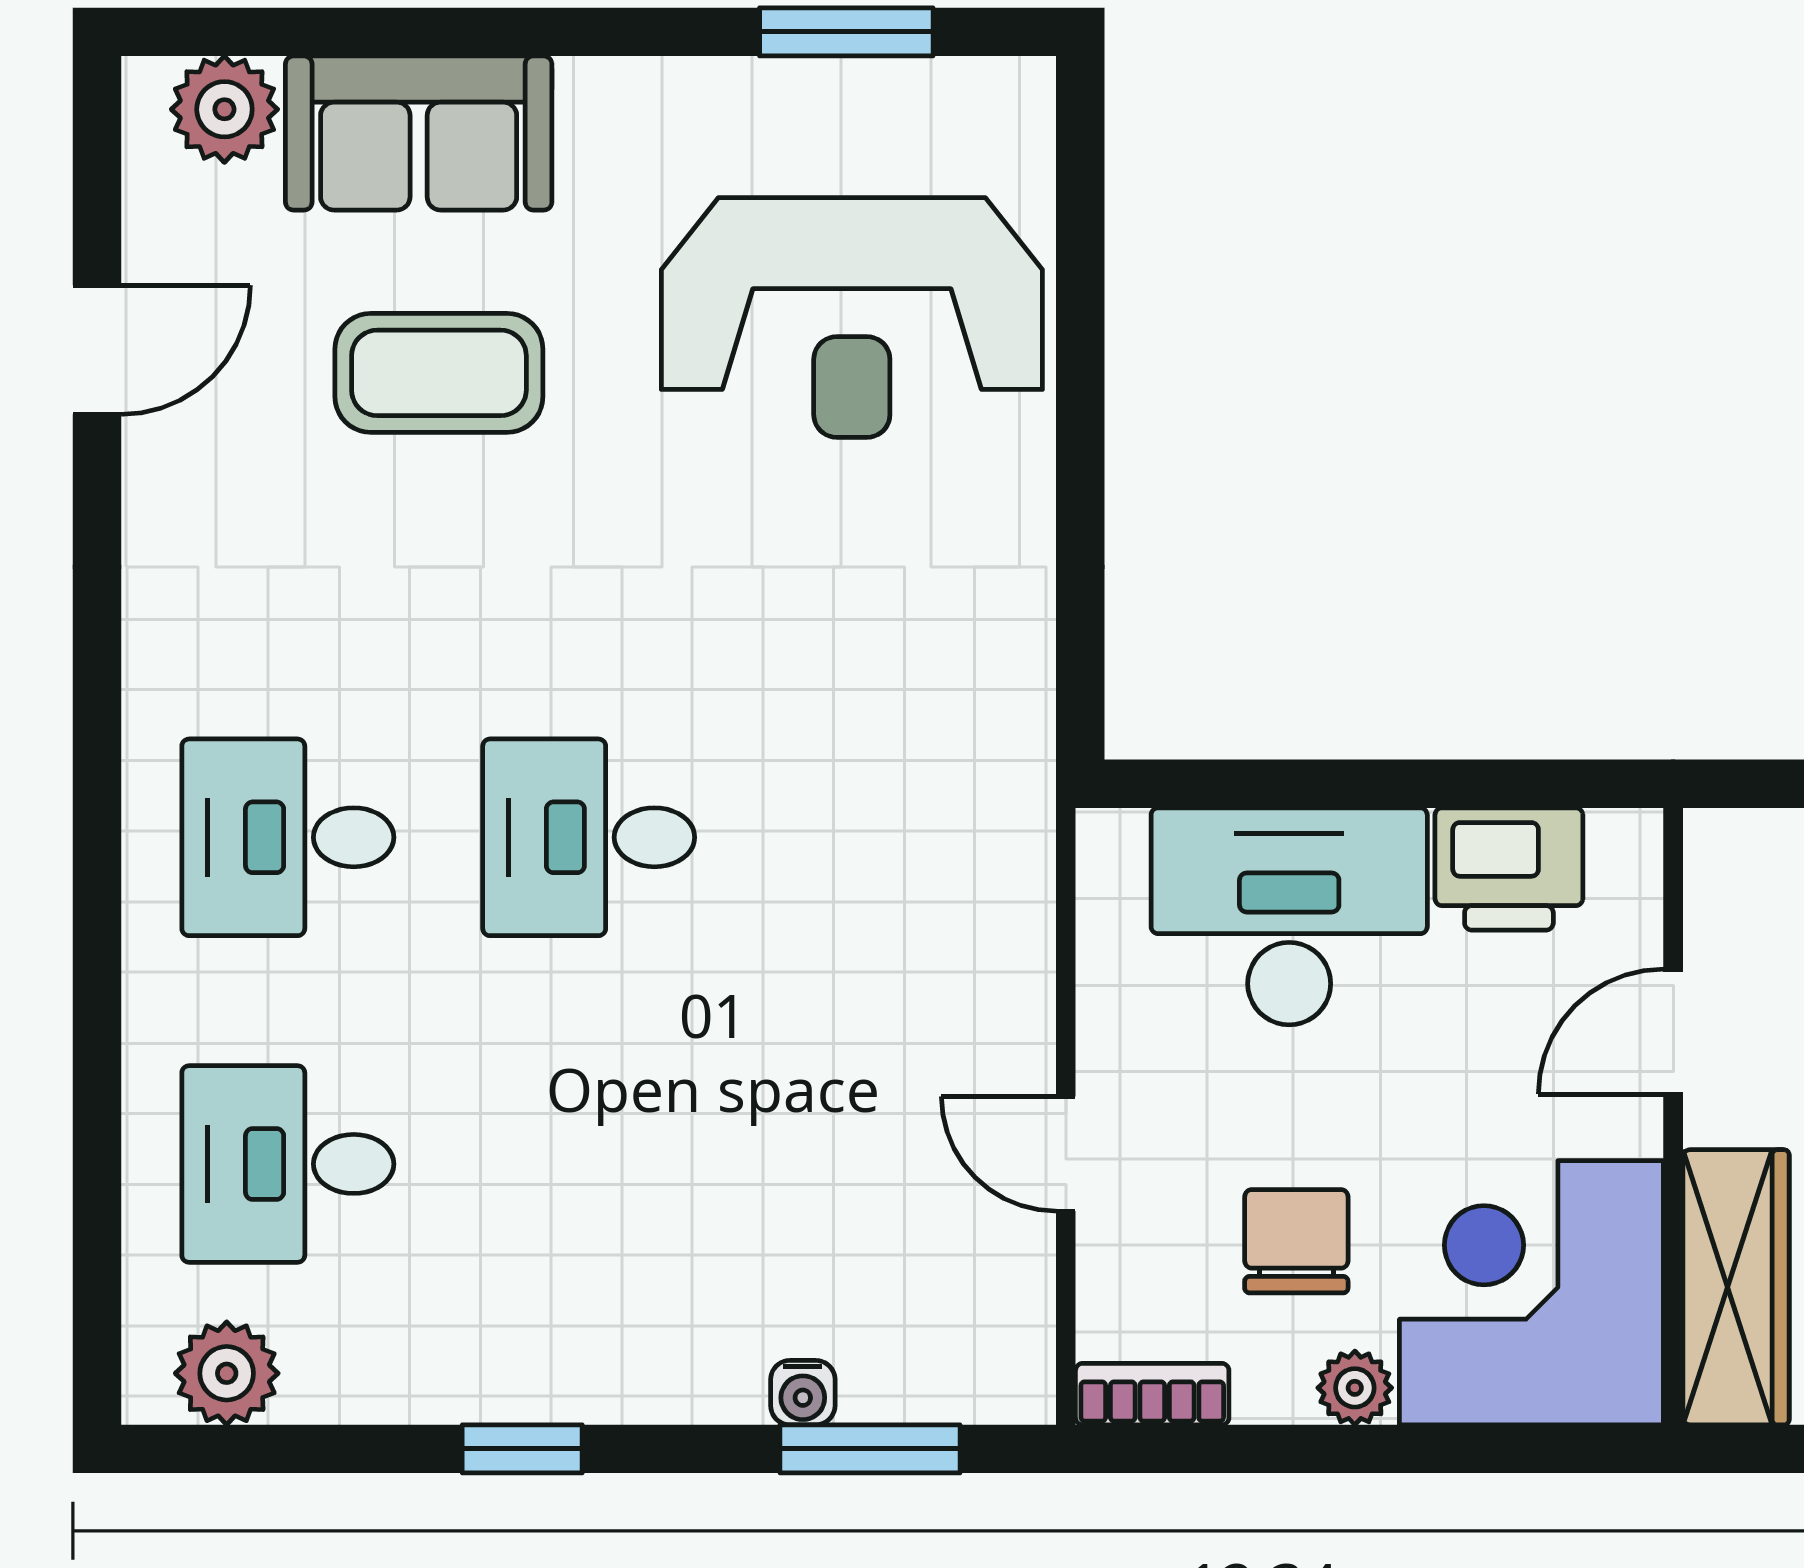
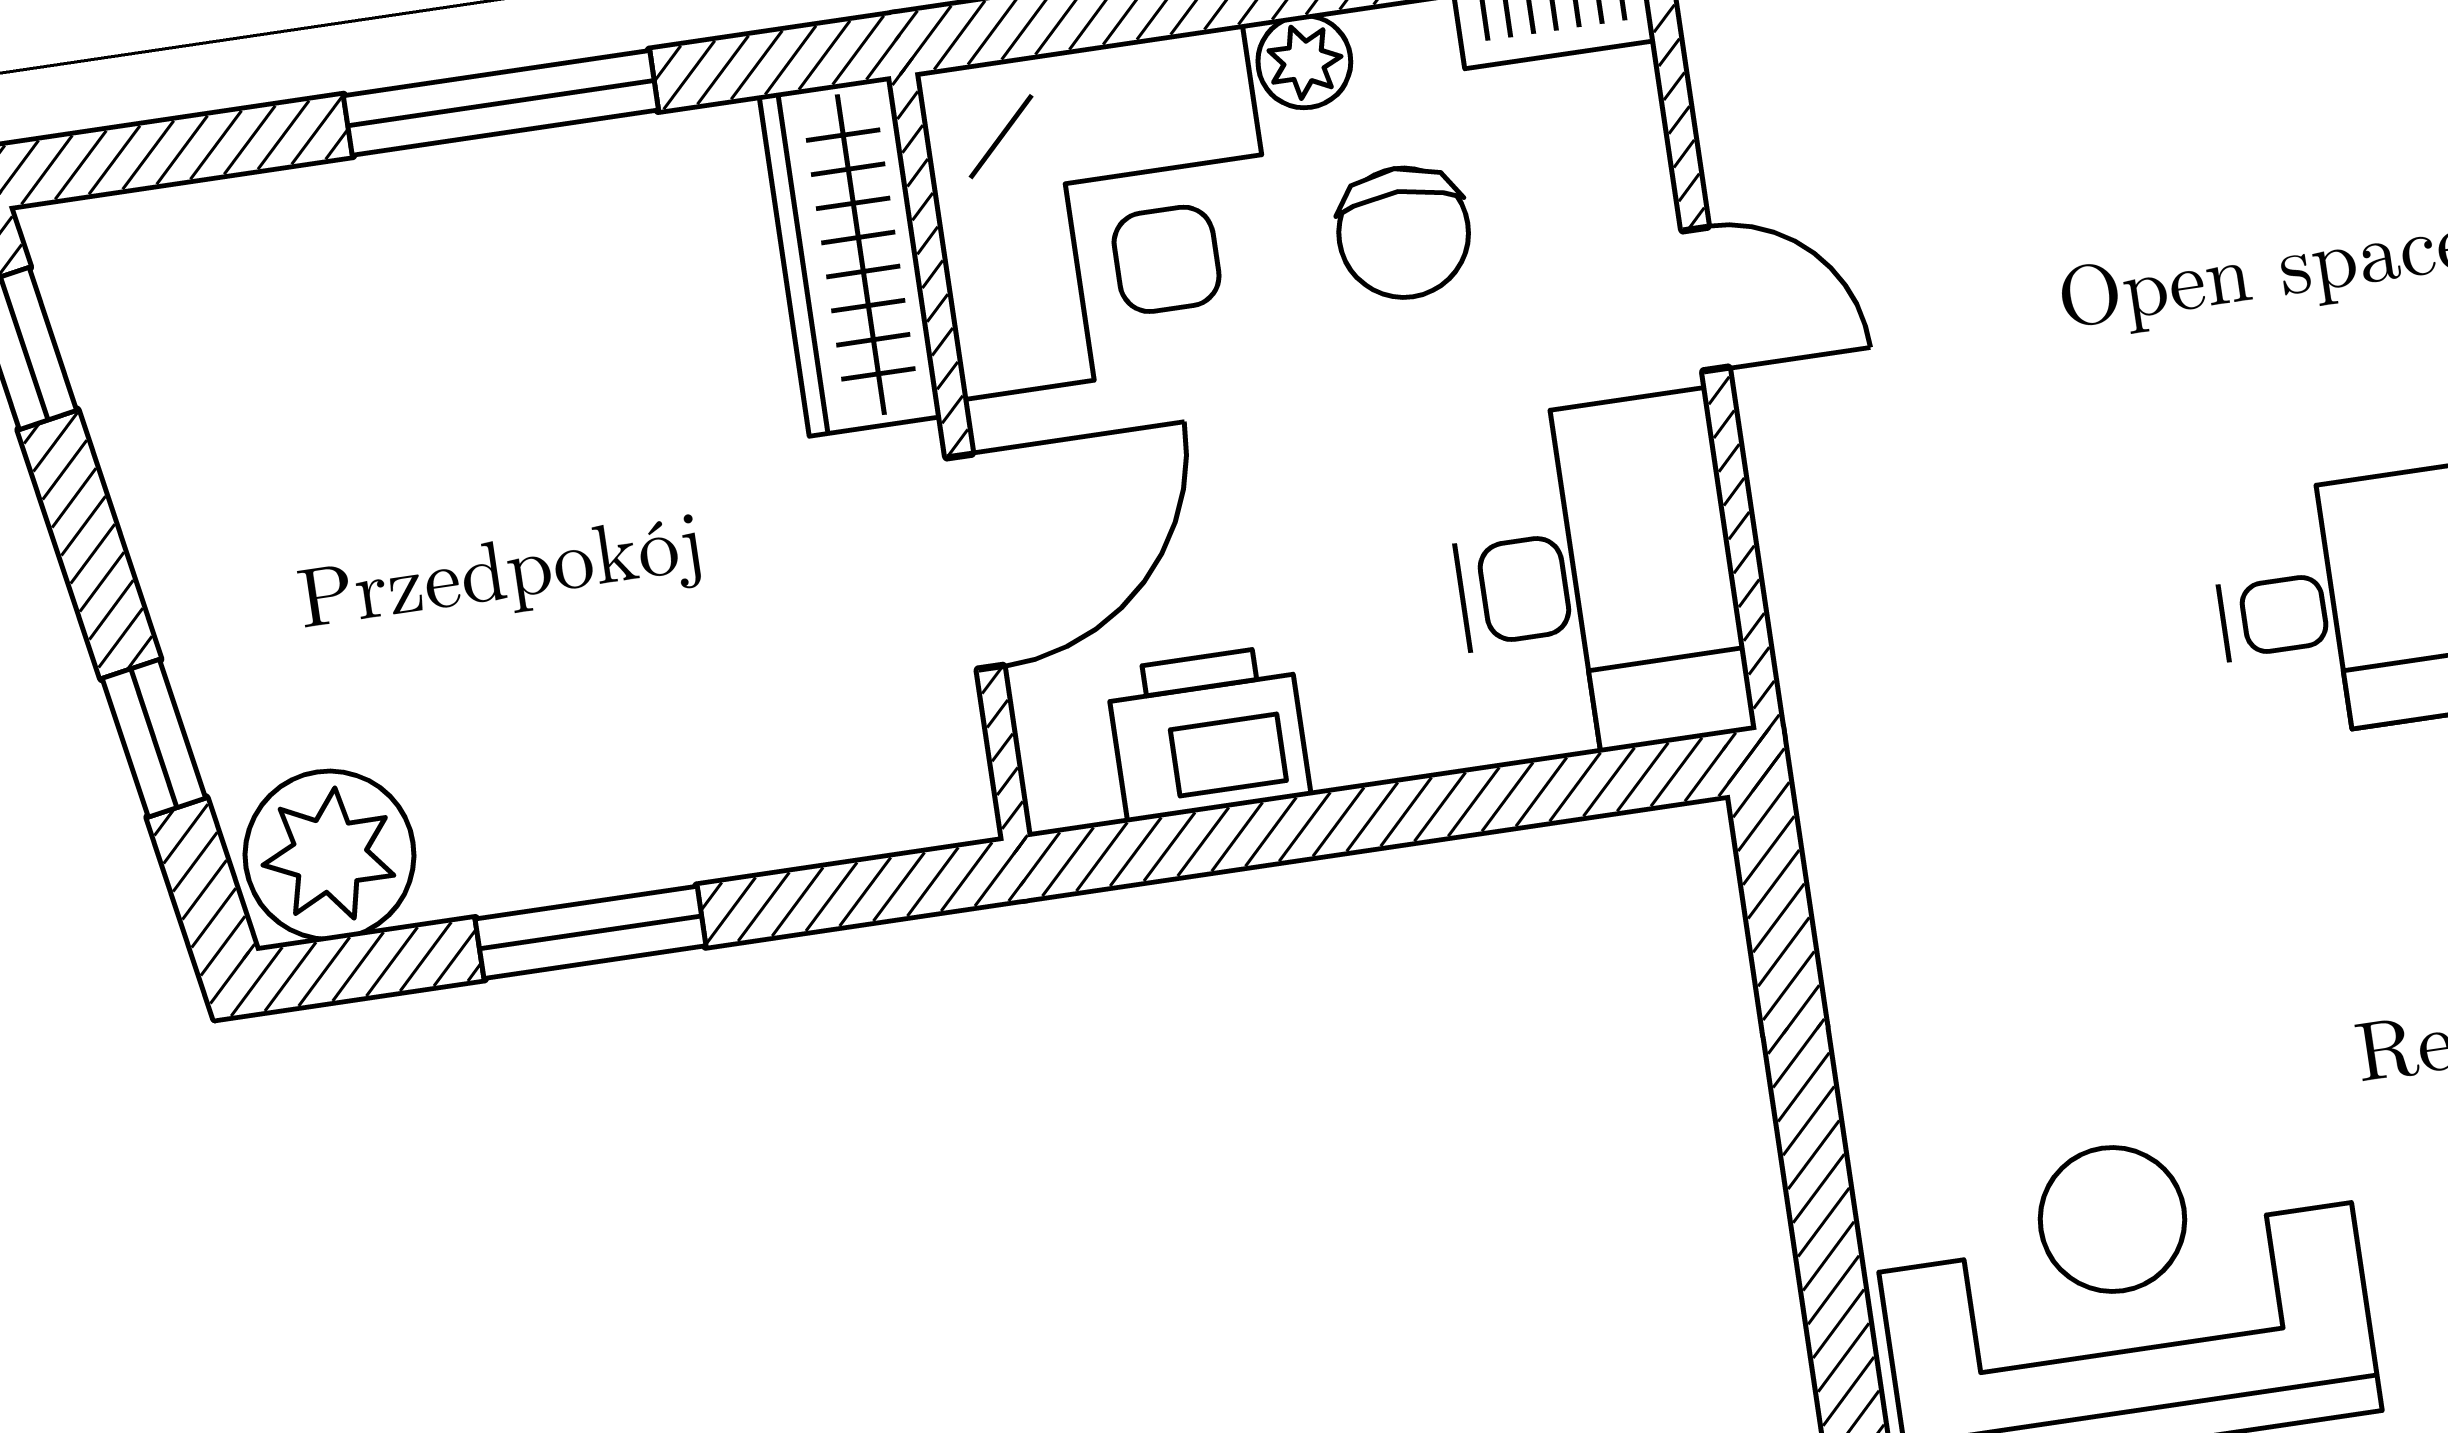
desk: (1289, 916) -> (1597, 578), moved, turned -90
door: (1673, 1032) -> (975, 562), width x1.37

